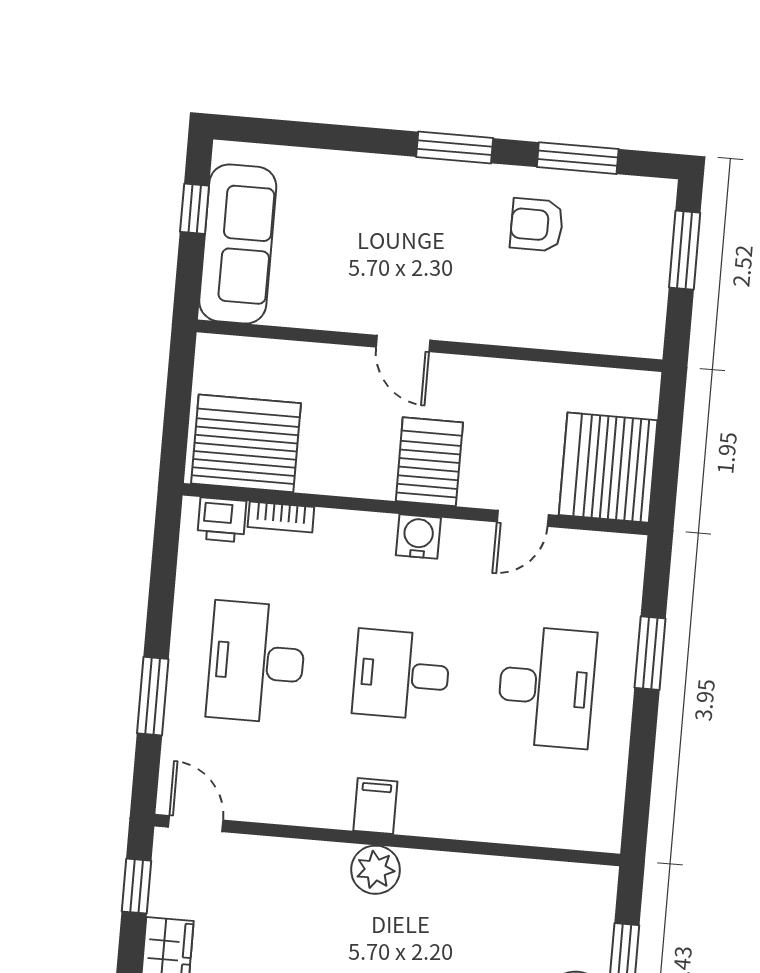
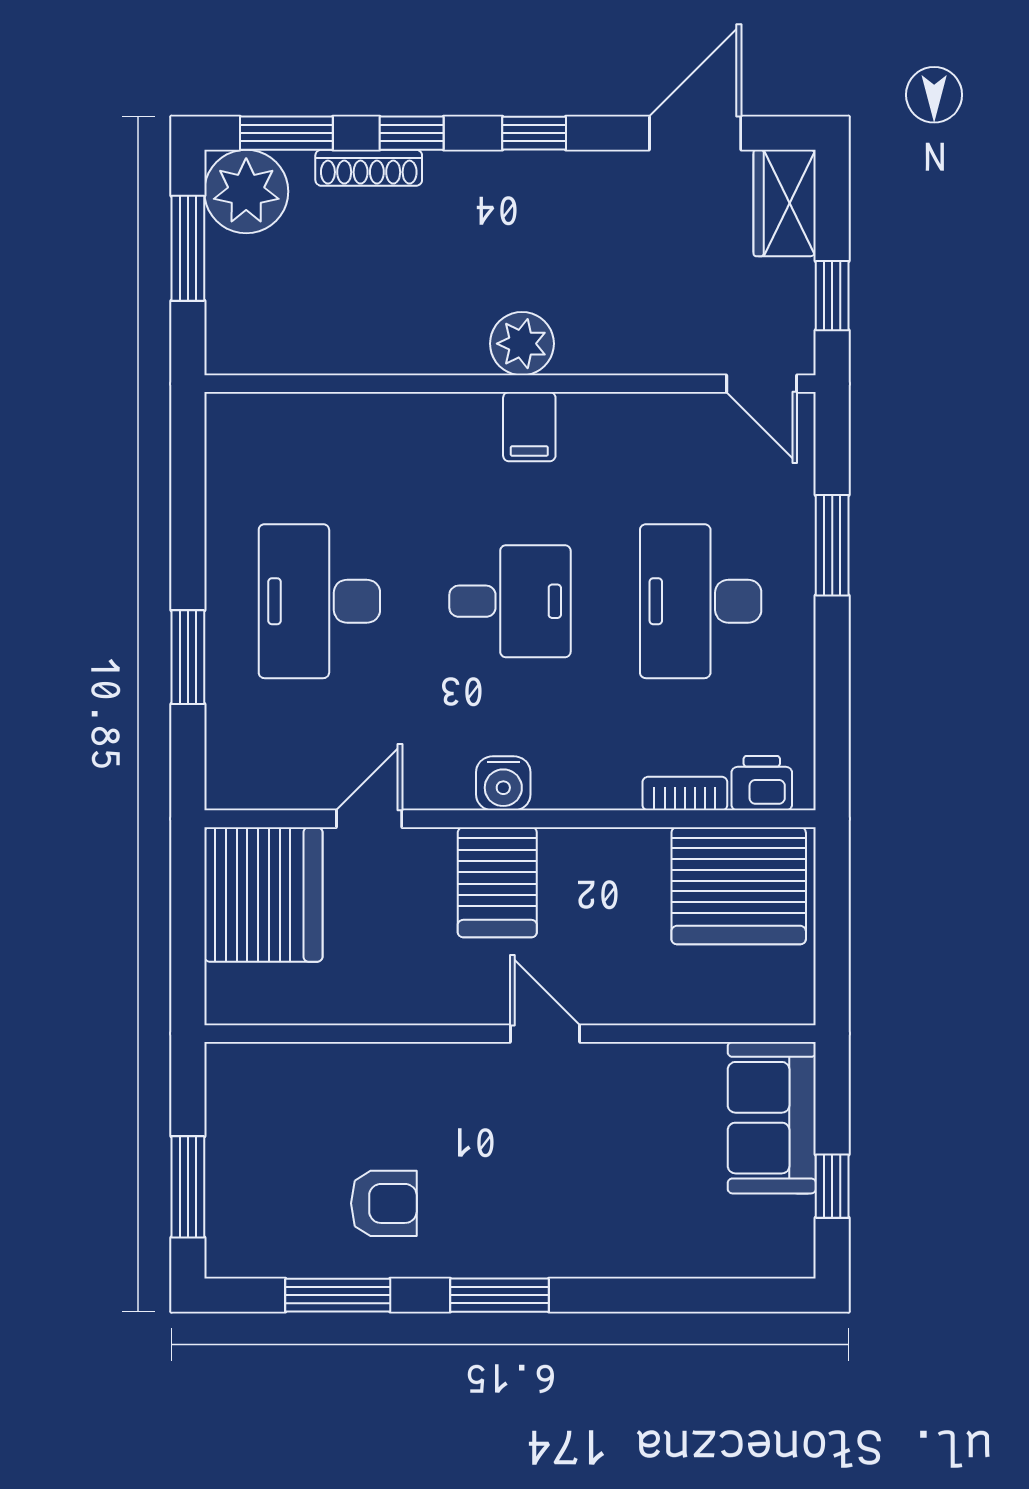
sofa: (238, 244) -> (772, 1118), width x0.73
desk: (256, 662) -> (701, 601), turned 180

